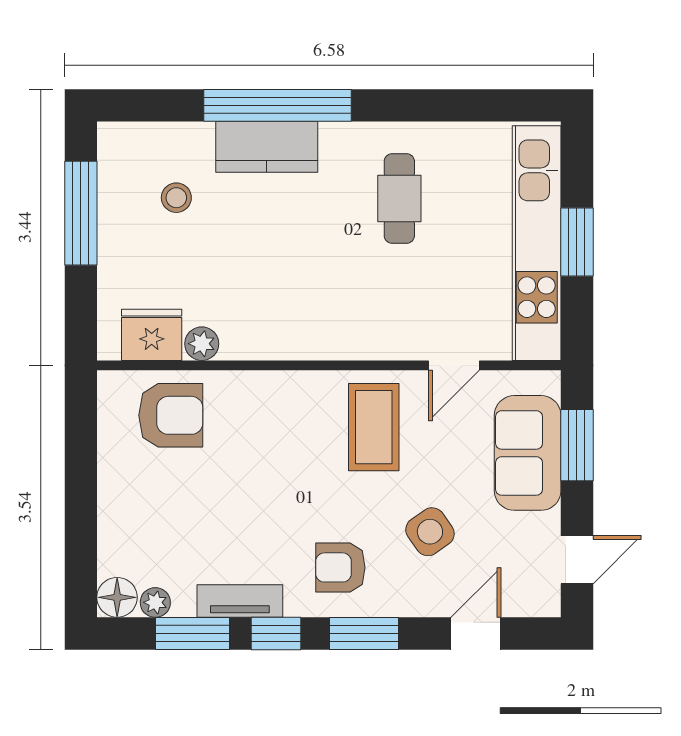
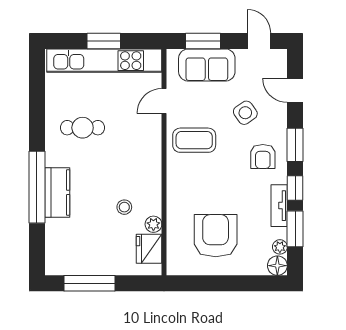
stool: (176, 198) -> (124, 207), moved
door: (454, 365) -> (164, 101), swing flipped
armchair: (171, 415) -> (216, 236), moved, width x1.36, depth x1.36

